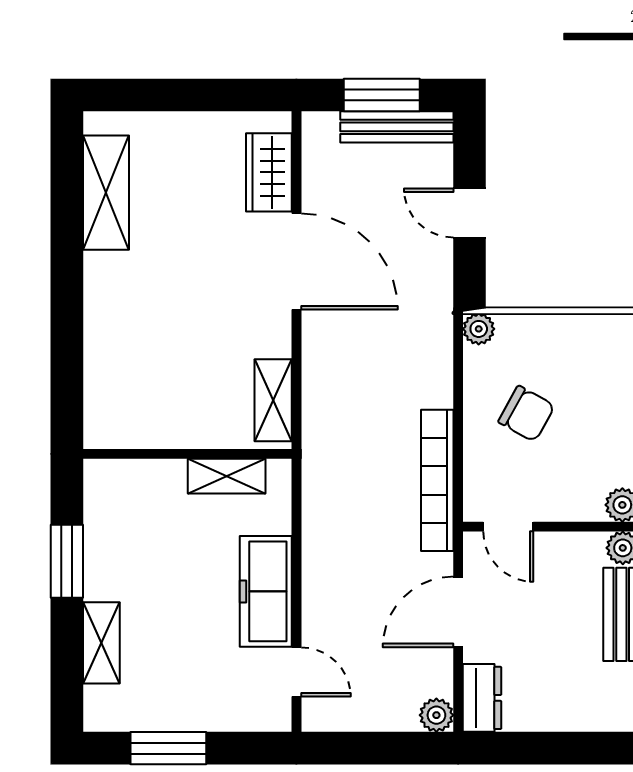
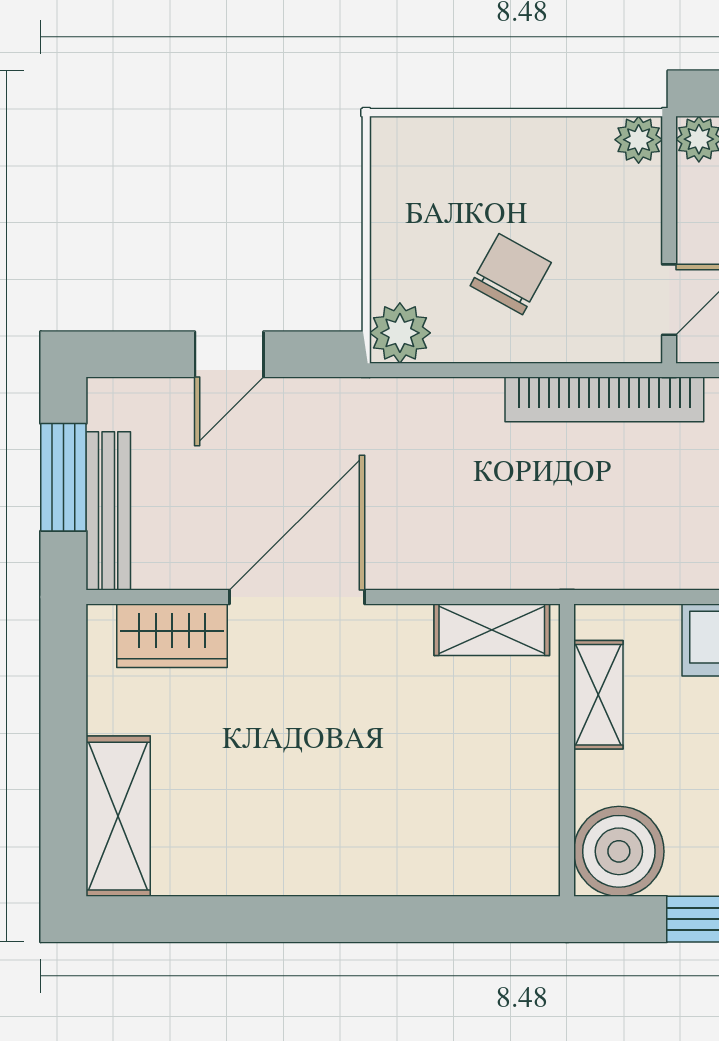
bench: (397, 127) -> (108, 511), moved
shelving: (106, 193) -> (118, 816), moved, turned 90
plant: (479, 329) -> (400, 333), width x1.38, depth x1.38
boiler: (115, 491) -> (619, 851), added

